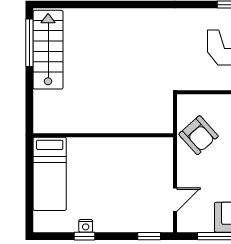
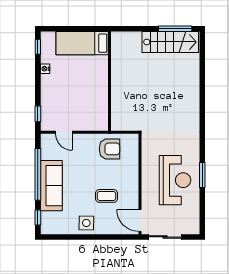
armchair: (199, 135) -> (110, 149), turned -138
window: (85, 236) -> (38, 47), moved

